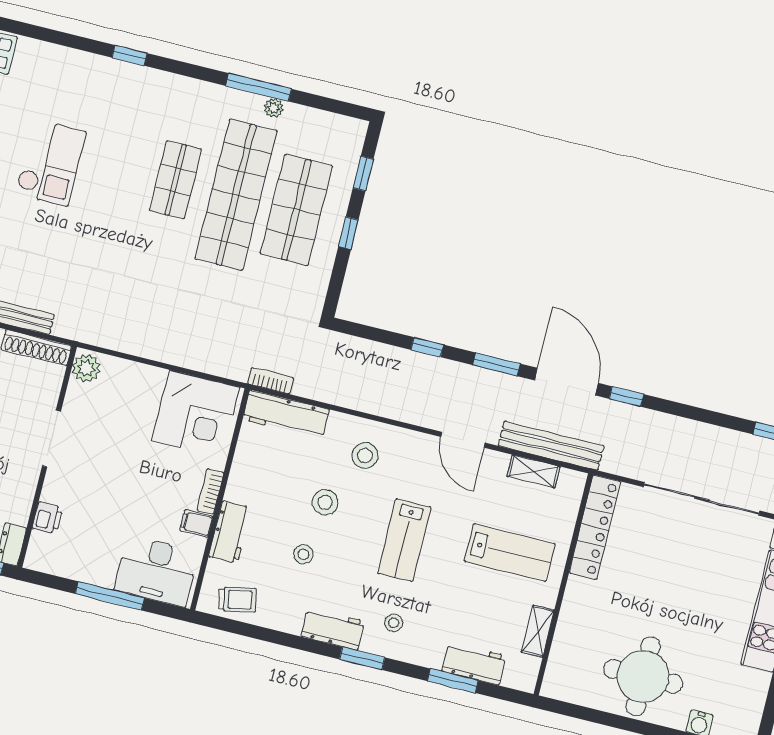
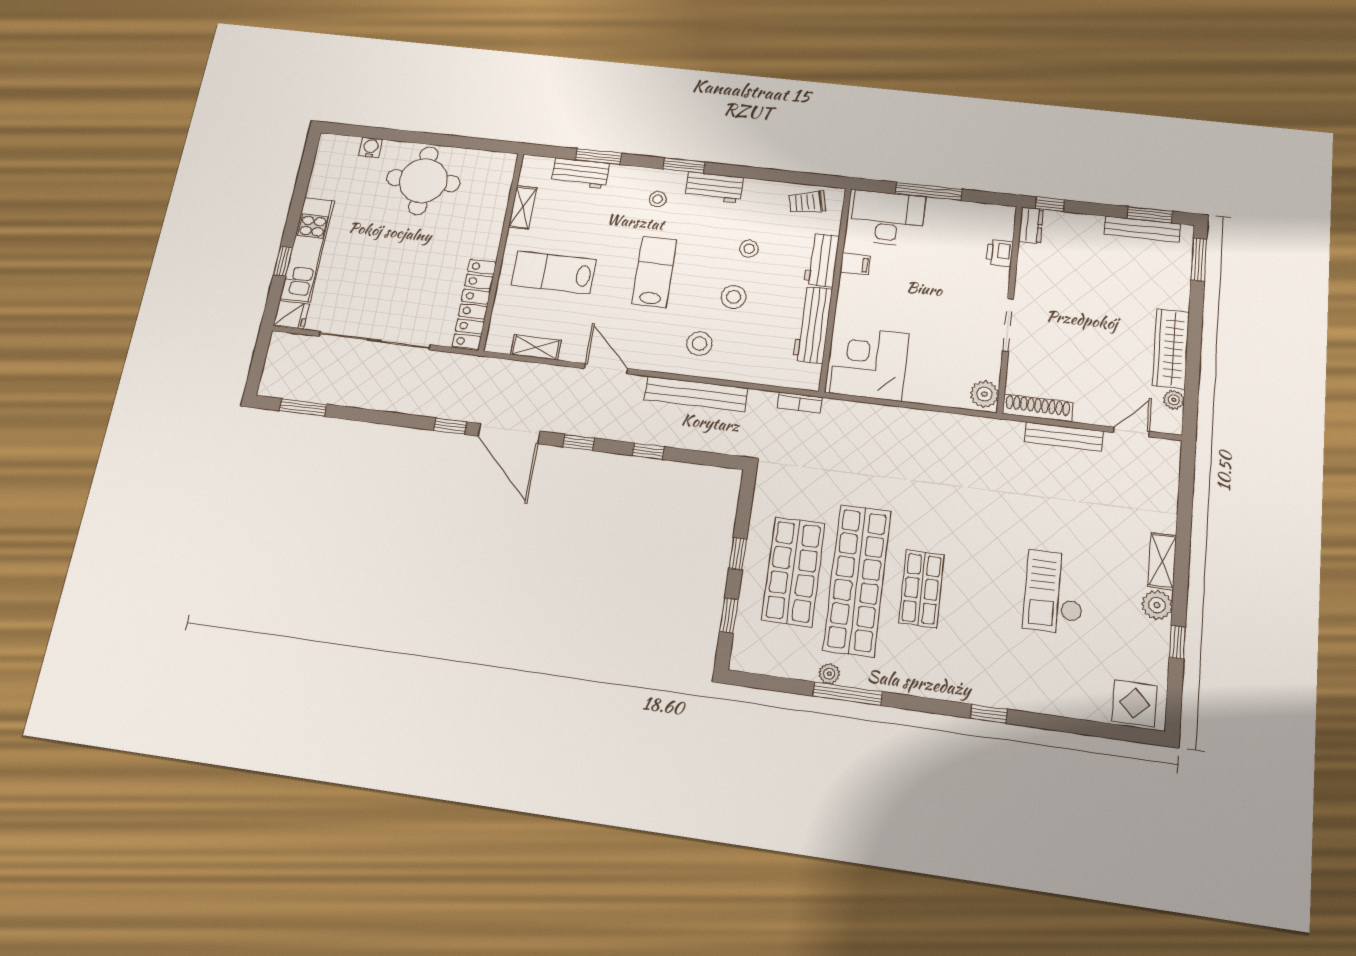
window: (496, 364) -> (579, 442), width x0.67
workbench: (286, 415) -> (813, 325), moved, turned -90
bench: (551, 446) -> (696, 394), moved
bookcase: (210, 491) -> (845, 294), removed

